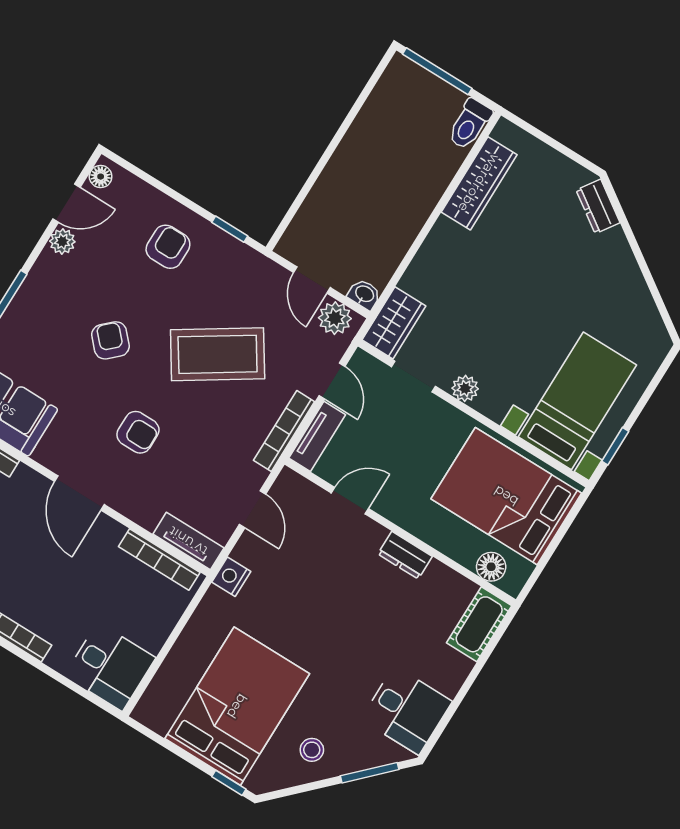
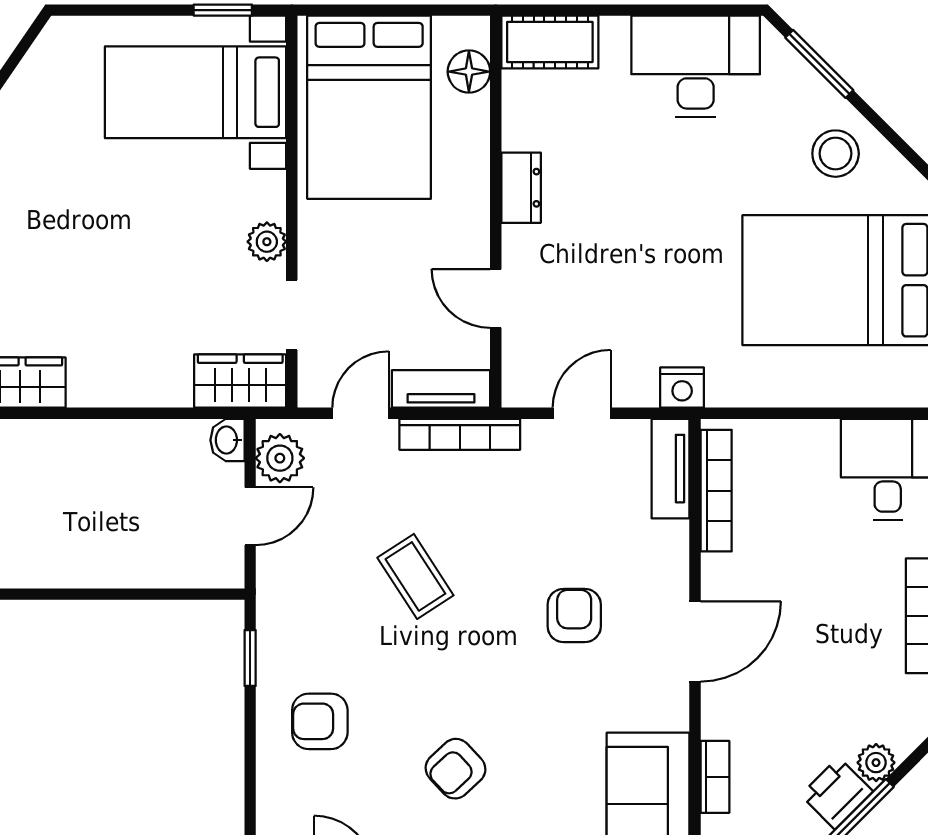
armchair: (110, 340) -> (455, 769), moved
coffee table: (218, 354) -> (415, 576), width x0.54, depth x0.58
desk: (406, 710) -> (696, 66), width x1.37
stool: (312, 750) -> (836, 154), width x1.37, depth x1.37

